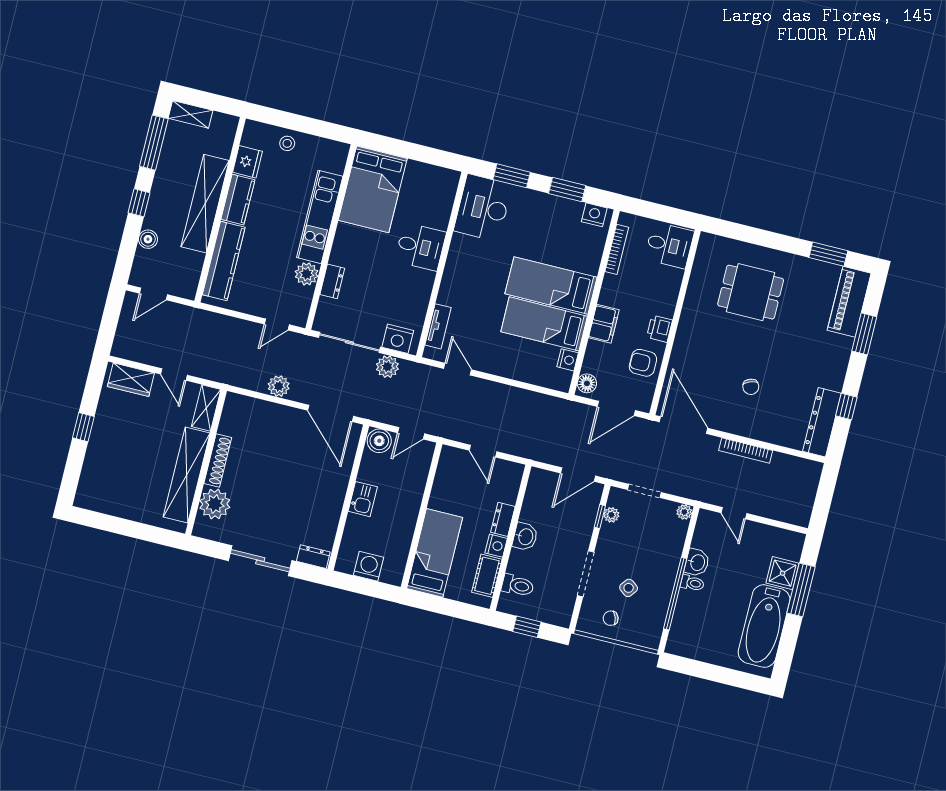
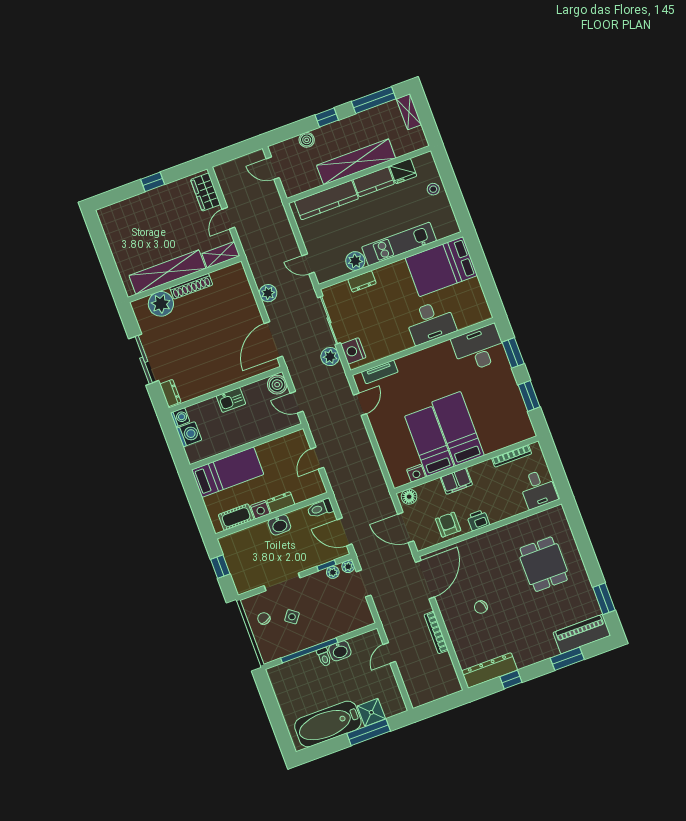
nightstand: (594, 215) -> (524, 425), removed
desk: (420, 247) -> (430, 322), width x1.37
plant: (684, 512) -> (348, 567), moved
washing machine: (345, 564) -> (180, 417), added
toilet: (518, 585) -> (320, 508), moved, turned 90

